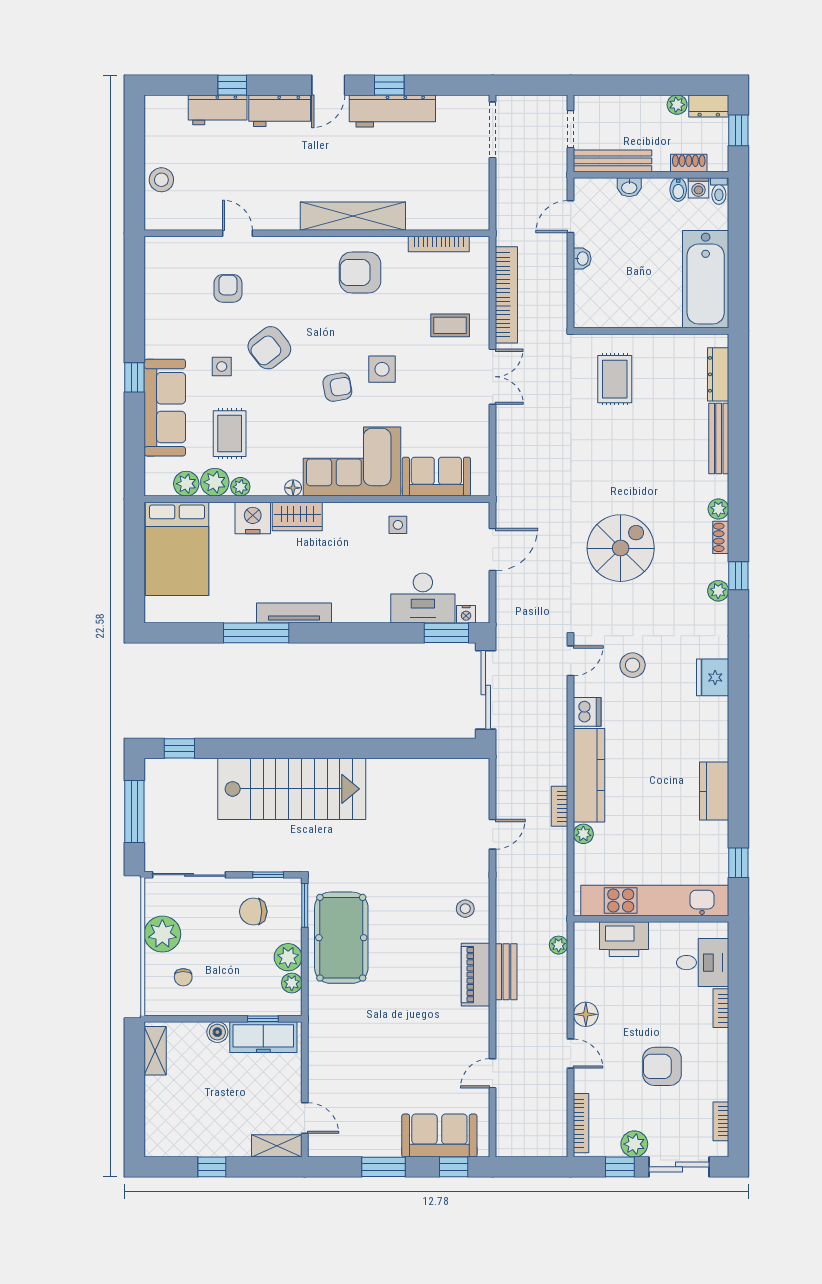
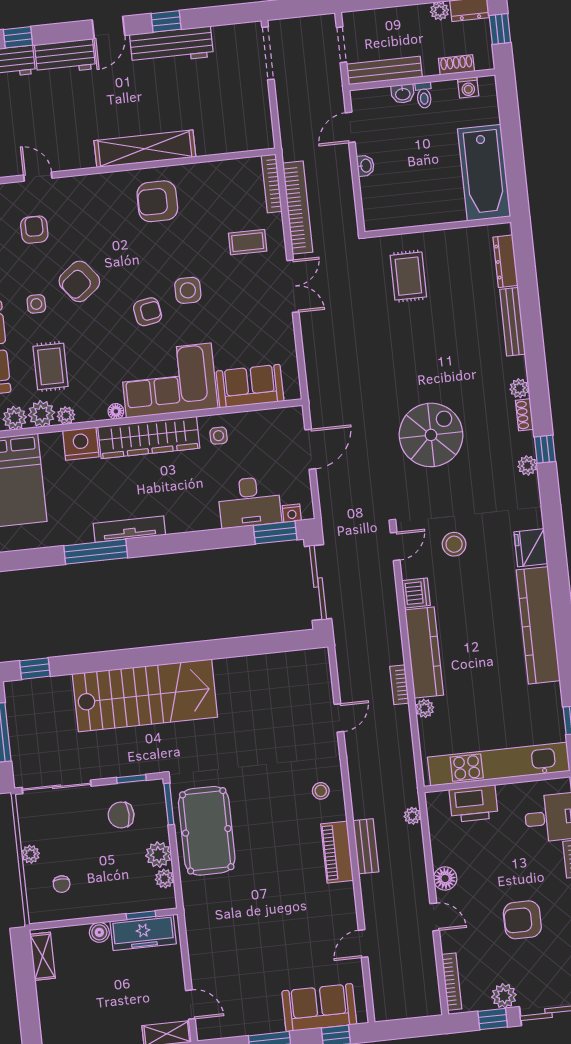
bidet: (678, 190) -> (449, 91), removed
toilet: (719, 191) -> (424, 95), moved
bookcase: (439, 244) -> (272, 183), moved, turned 90
wardrobe: (297, 517) -> (149, 437), width x2.10, depth x1.17
kitchen counter: (714, 791) -> (538, 625), width x2.08, depth x1.17
plant: (162, 934) -> (30, 854), width x0.53, depth x0.53

